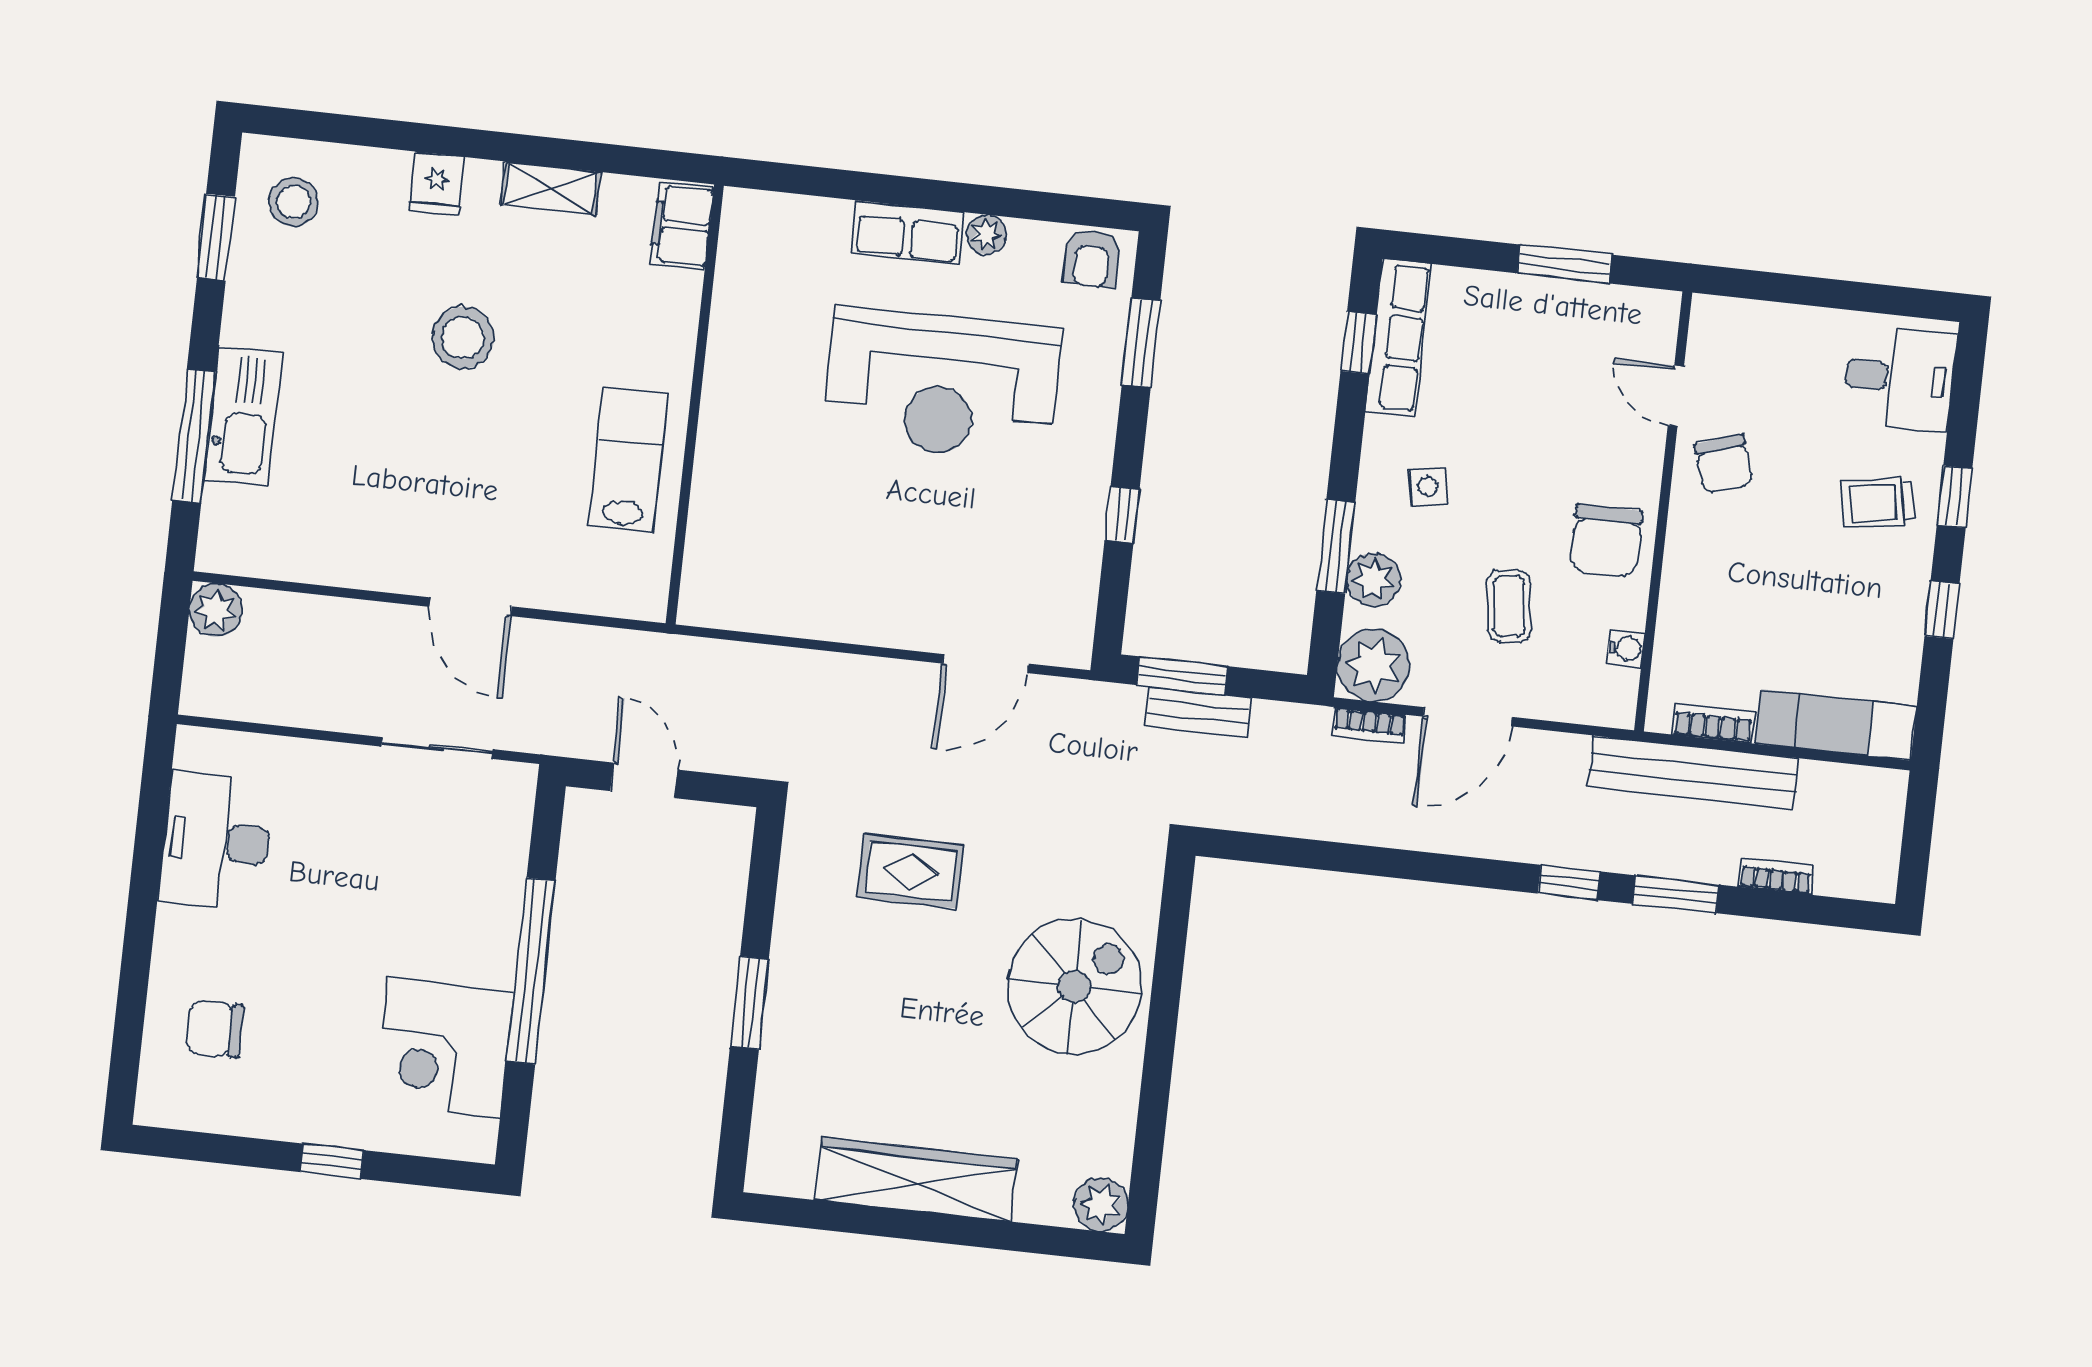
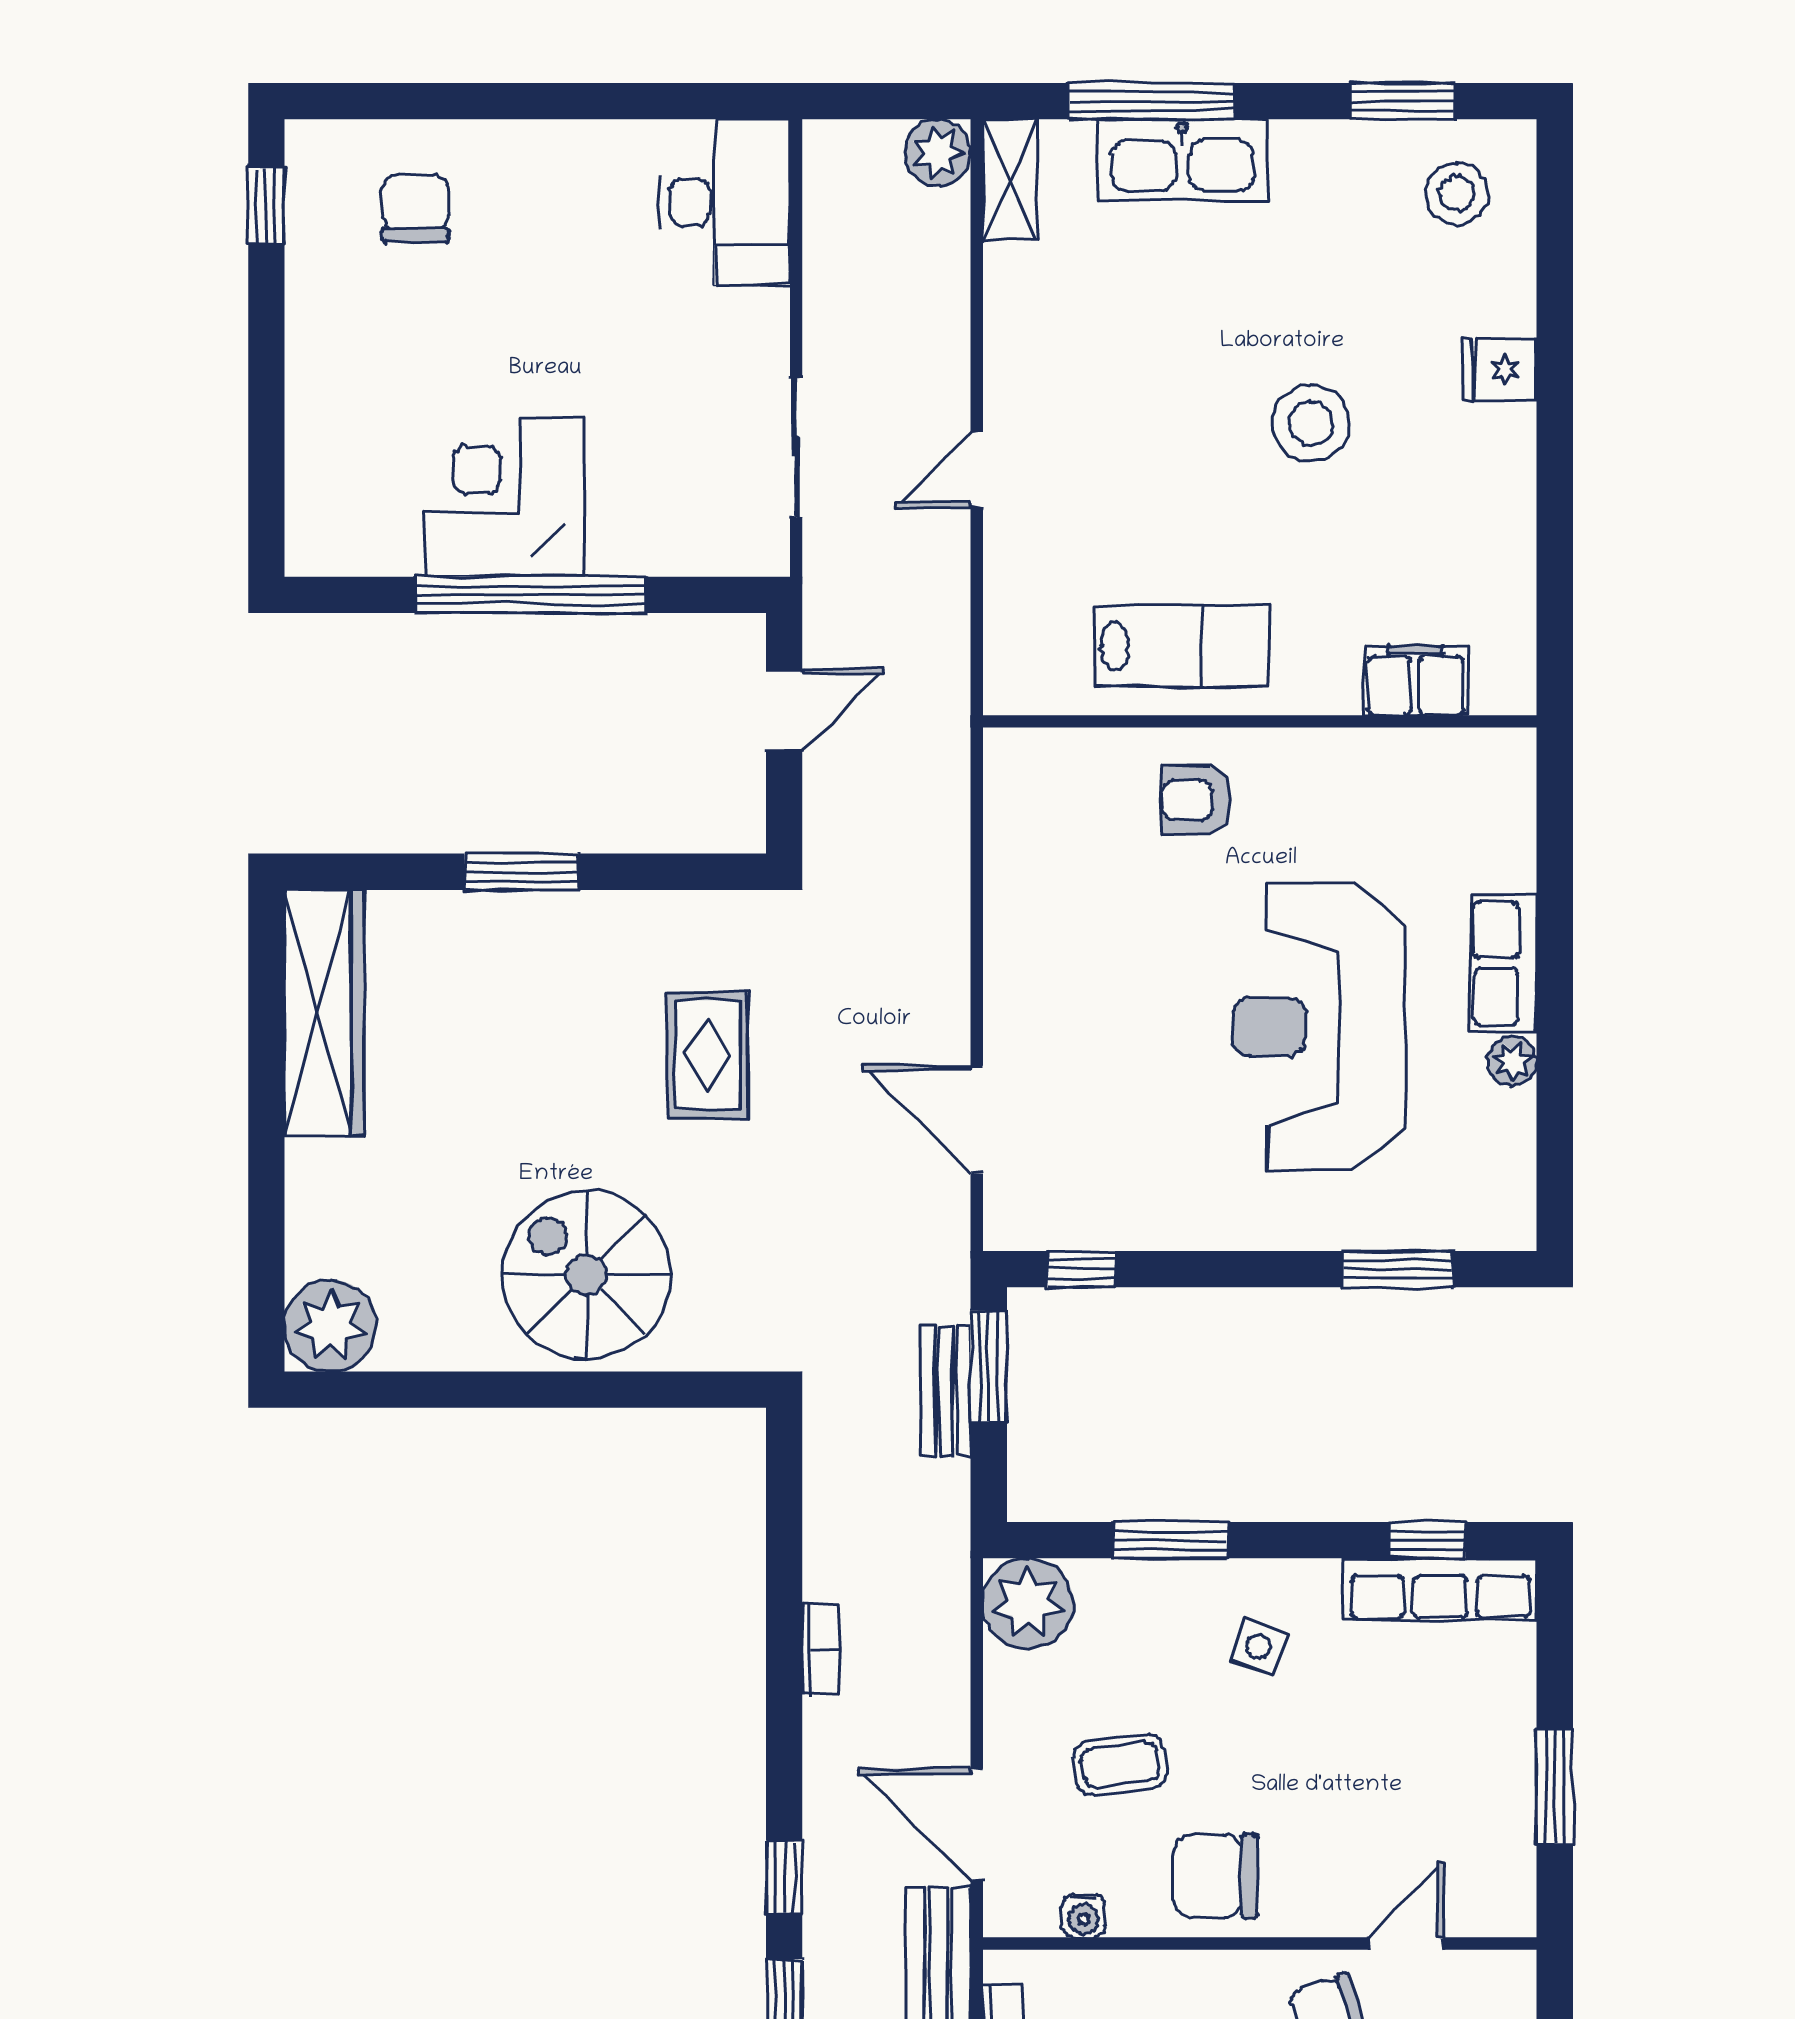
shelving: (551, 188) -> (1010, 180), moved
filing cabinet: (682, 225) -> (1415, 681), moved
armchair: (1092, 258) -> (1196, 800), moved
side table: (1428, 486) -> (1259, 1647), turned 30
window: (1122, 515) -> (1081, 1269), moved
plant: (1373, 580) -> (1135, 1592), removed
door: (471, 607) -> (977, 470), width x0.73
door: (1468, 717) -> (977, 1825), moved
bookcase: (1369, 725) -> (820, 1649), moved, turned 180
desk: (216, 841) -> (725, 202), moved, turned 90
spiral stairs: (1074, 986) -> (586, 1275), turned 180
corner desk: (444, 1048) -> (504, 497), moved
window: (332, 1161) -> (266, 205), moved
wardrobe: (916, 1179) -> (324, 1013), moved
plant: (1101, 1205) -> (330, 1326), width x1.36, depth x1.36

